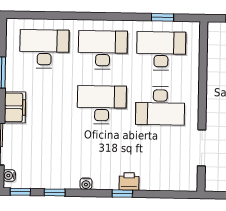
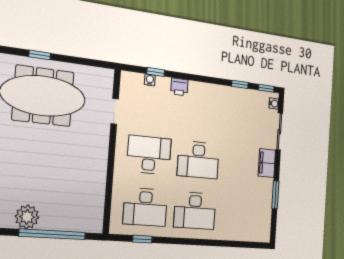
desk: (44, 49) -> (242, 214), removed
doorway: (202, 148) -> (115, 111), width x0.73
water cooler: (86, 184) -> (150, 80), moved
window: (122, 194) -> (156, 72), moved

